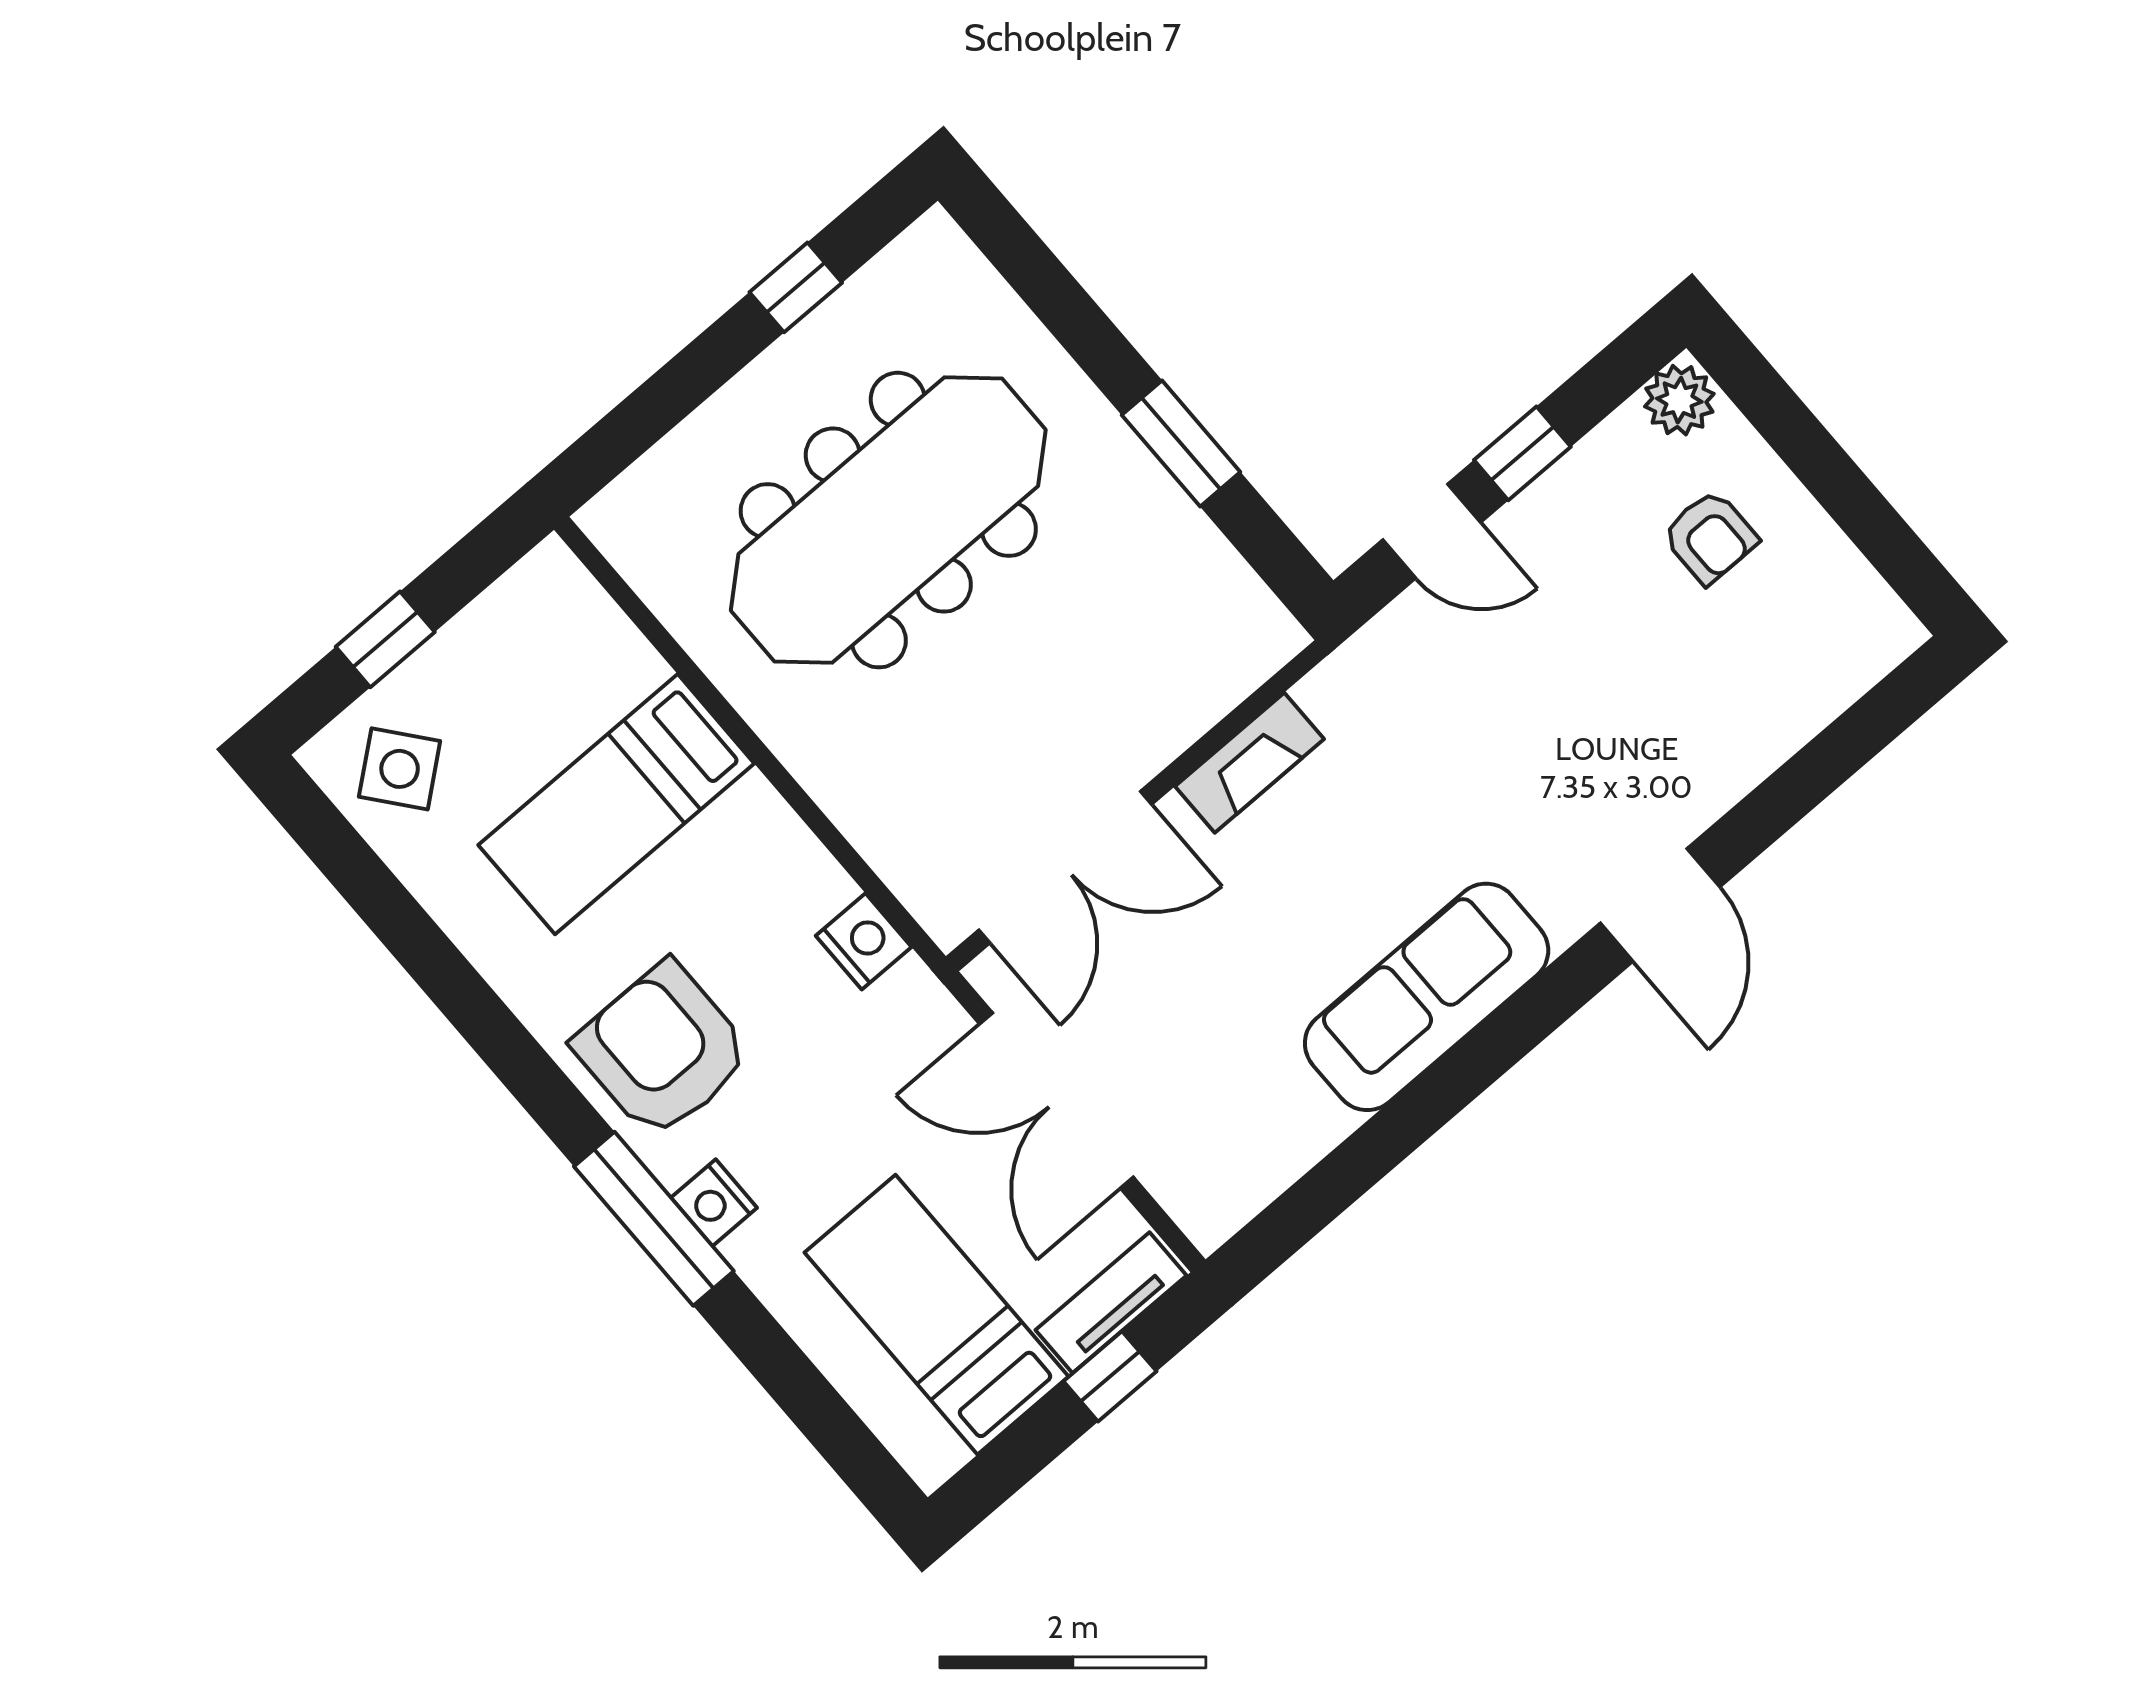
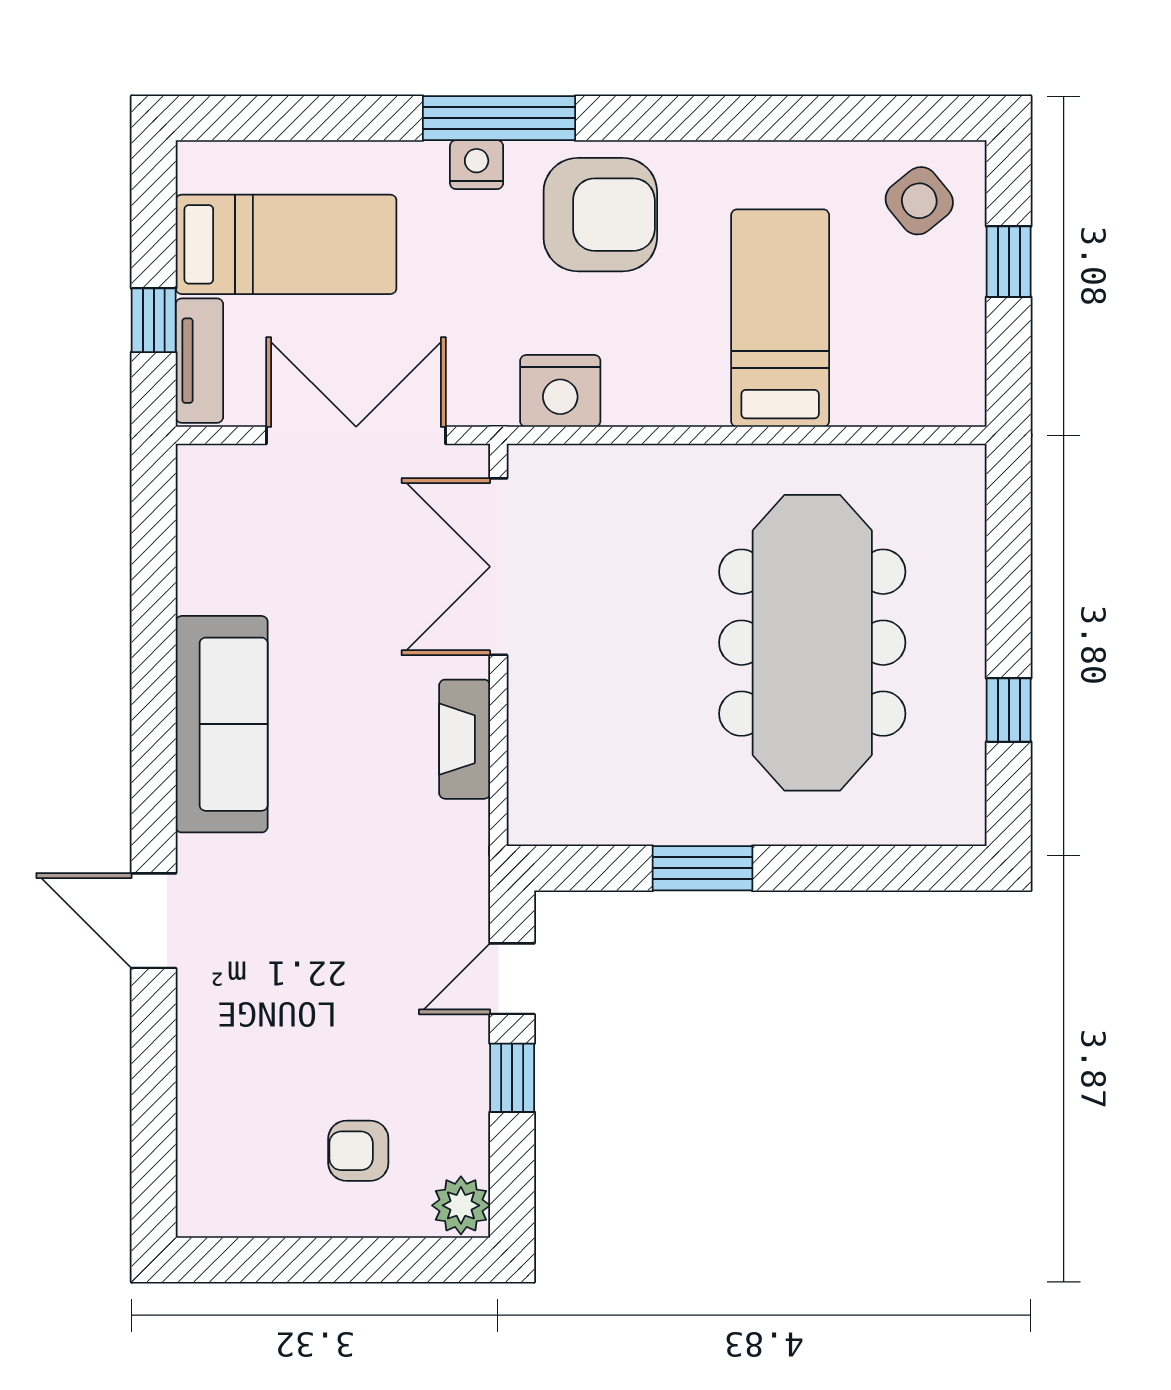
nightstand: (864, 941) -> (560, 391), width x1.36, depth x1.33

